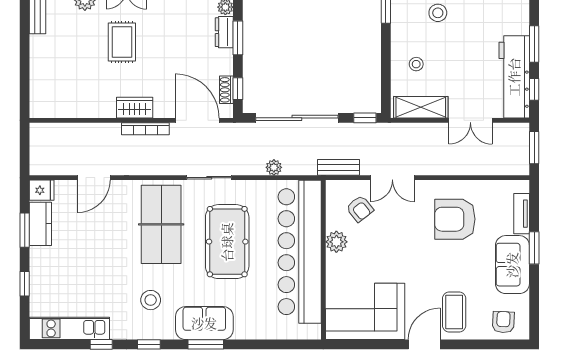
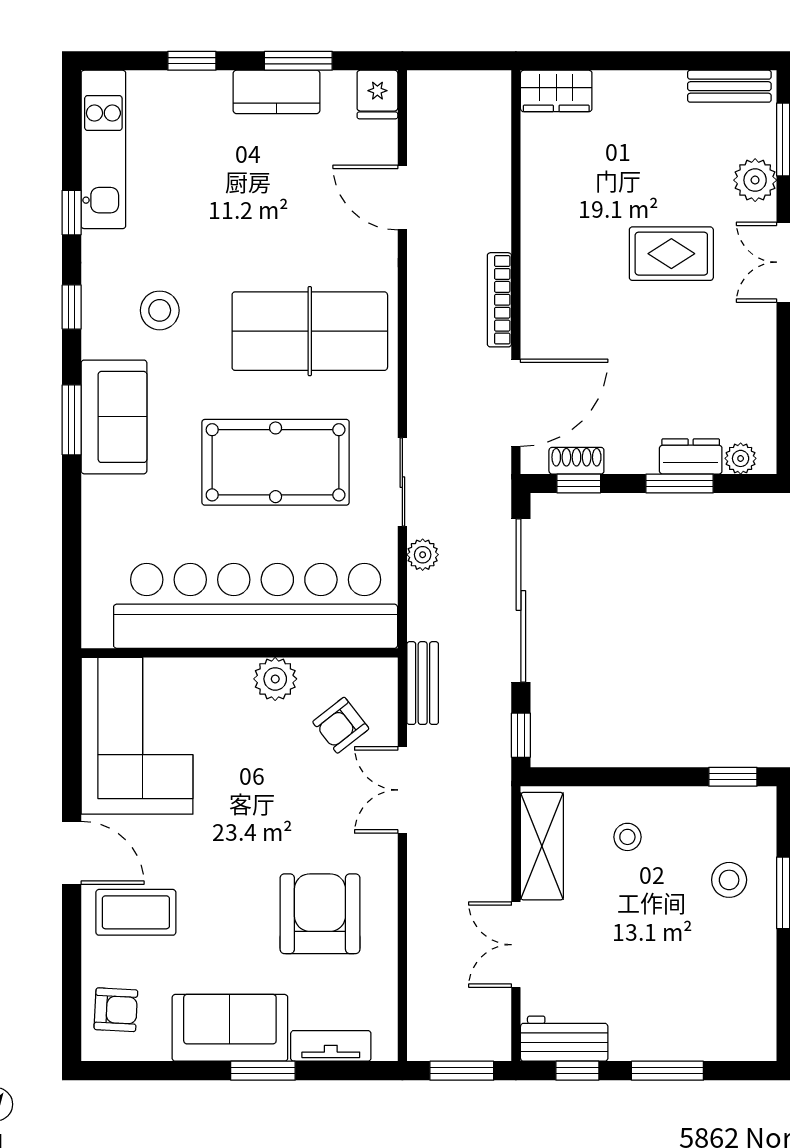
workbench: (514, 77) -> (564, 1039), width x0.53, depth x0.76
wardrobe: (135, 108) -> (556, 91), moved, turned 90
sliding door: (209, 178) -> (402, 482), moved
kitchen counter: (40, 224) -> (277, 92), moved

